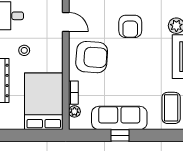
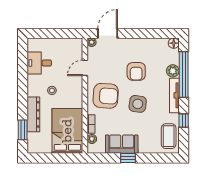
door: (66, 22) -> (85, 68), swing flipped
side table: (132, 67) -> (138, 104), added
sofa: (119, 118) -> (122, 144), width x0.73

